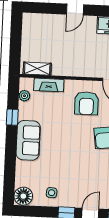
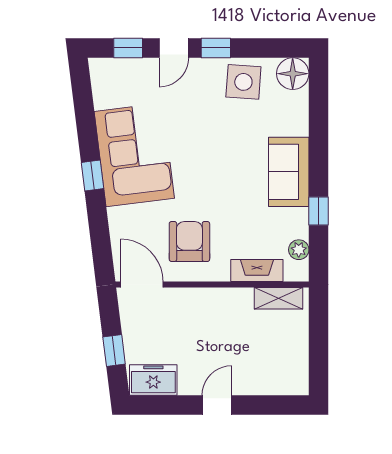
side table: (52, 193) -> (243, 82), width x1.87, depth x1.87

